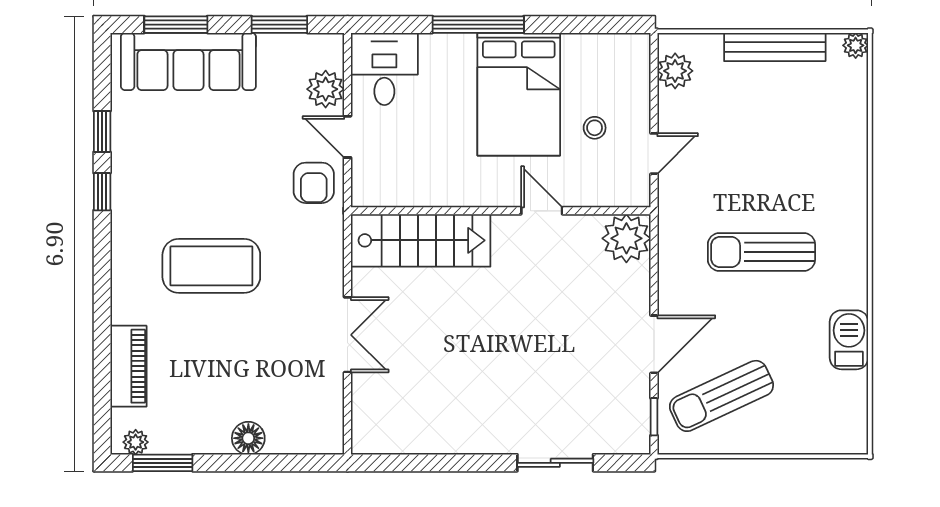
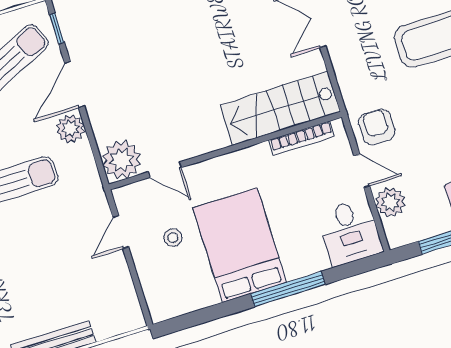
plant: (675, 71) -> (70, 129), moved
bookcase: (406, 197) -> (302, 138), added
door: (542, 211) -> (165, 170), moved

